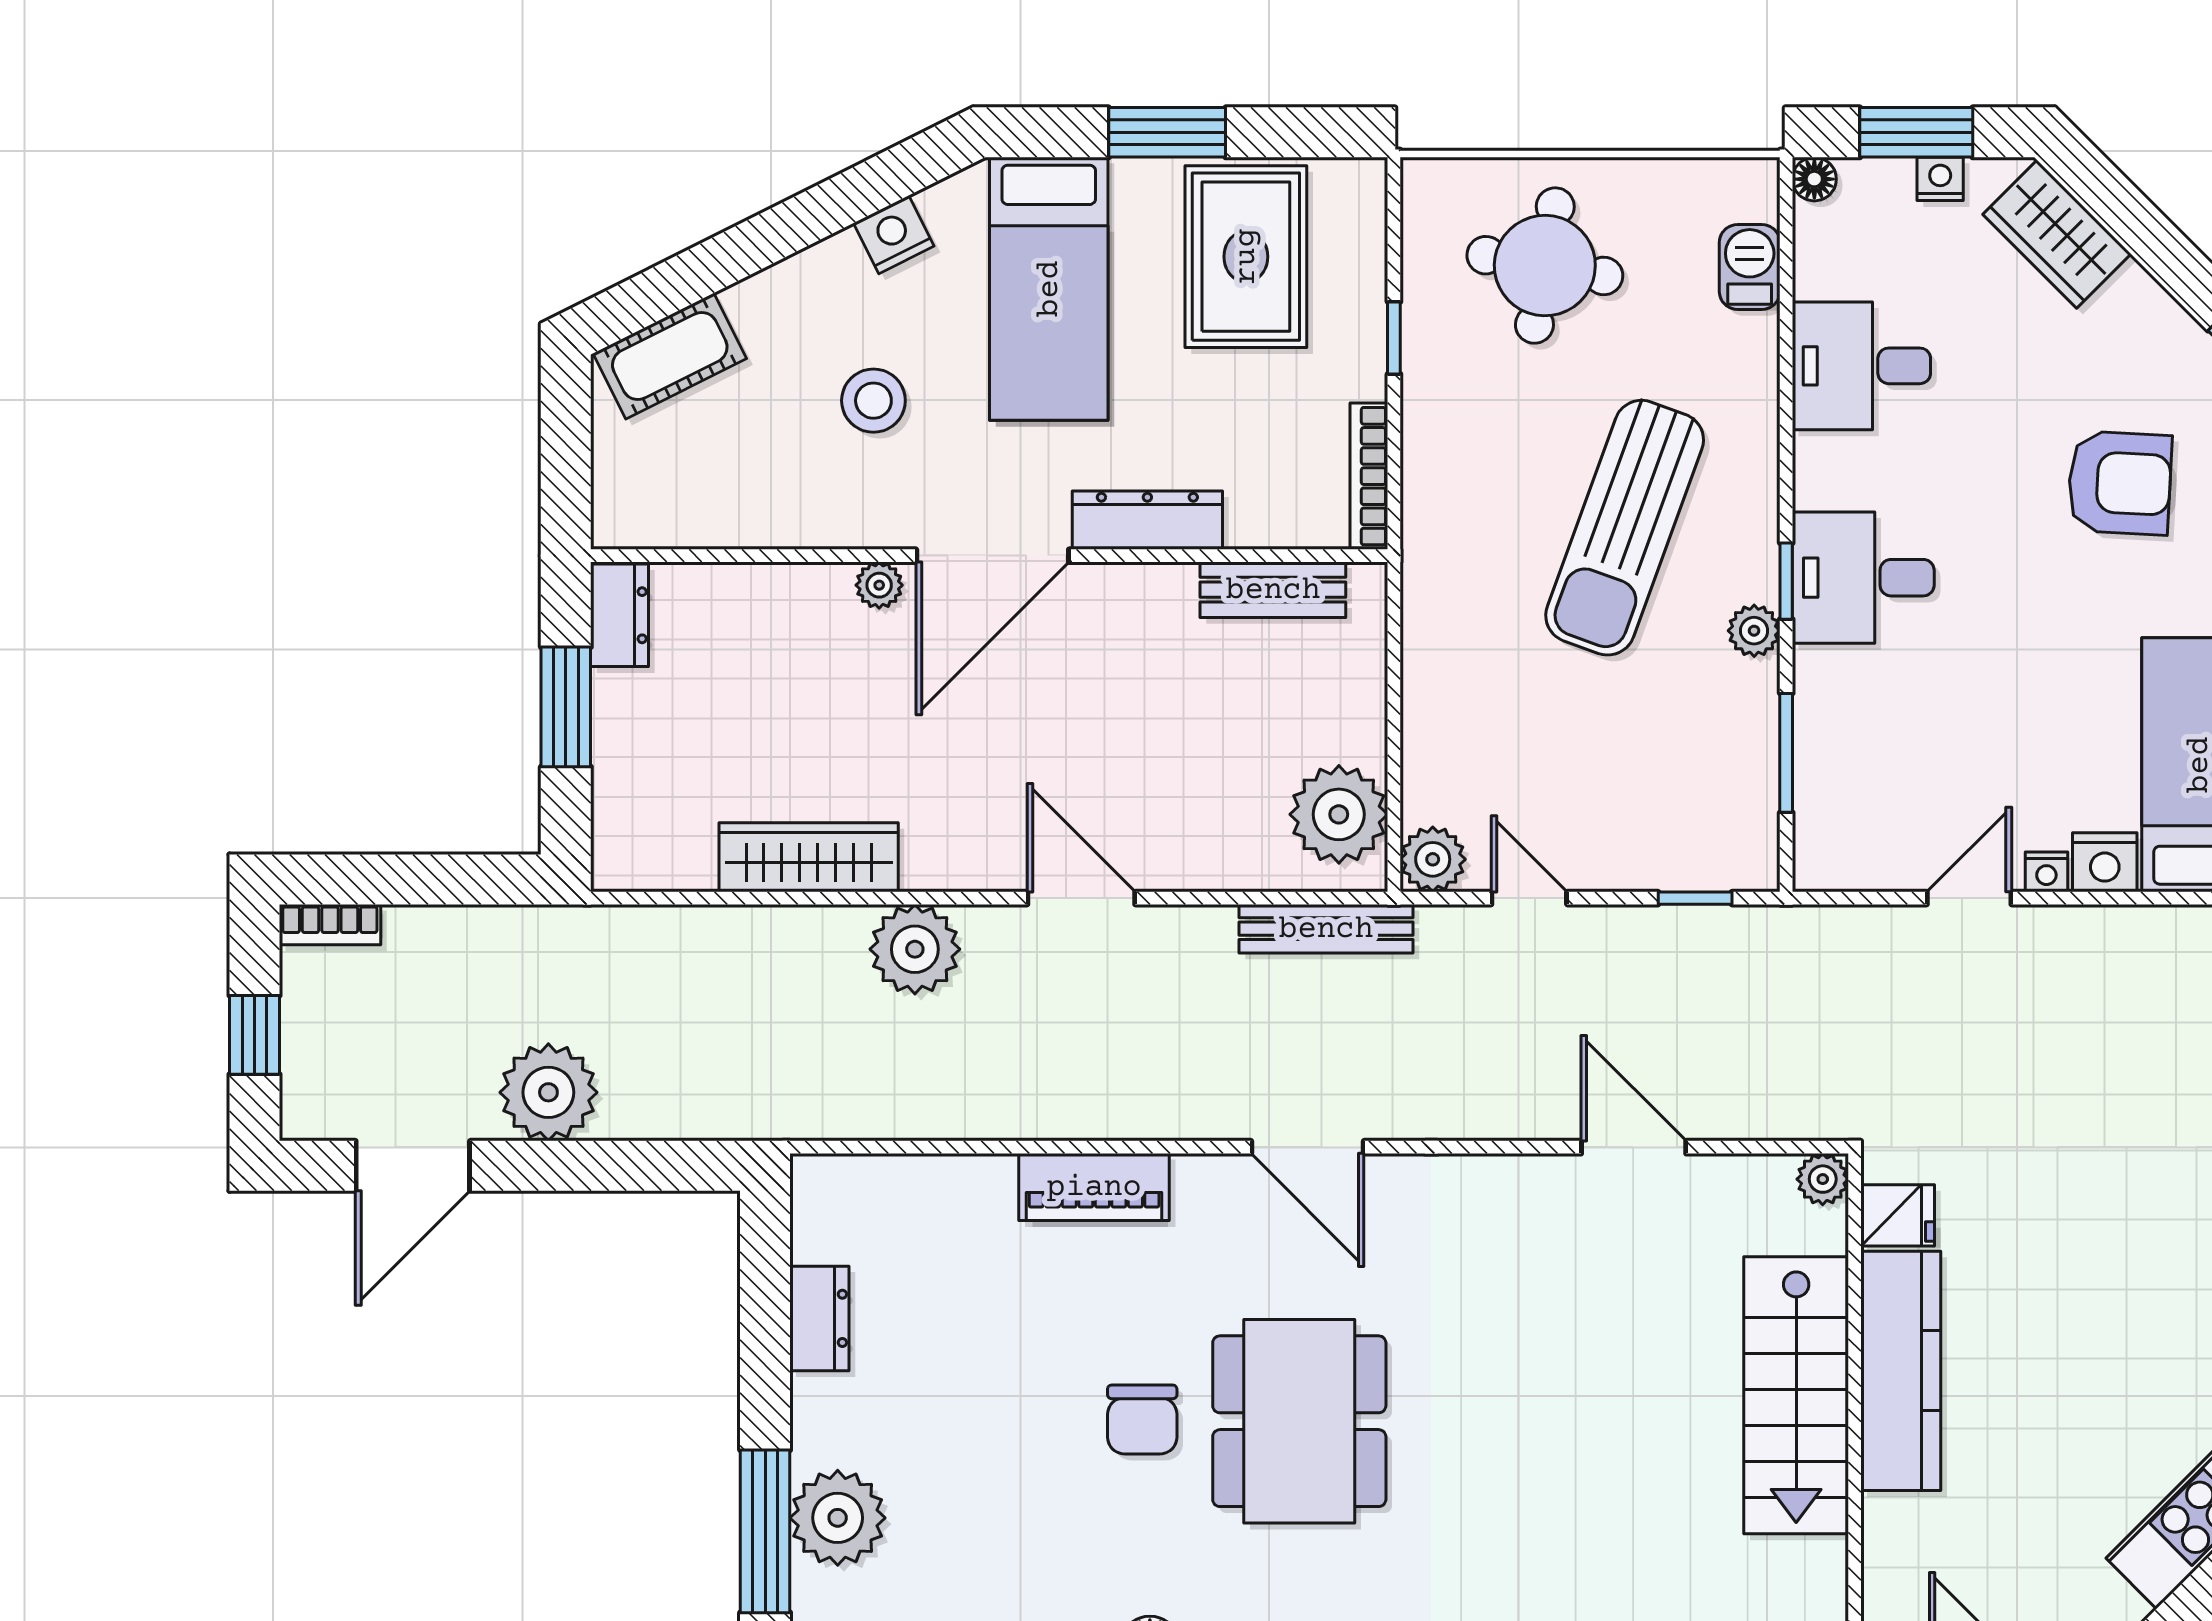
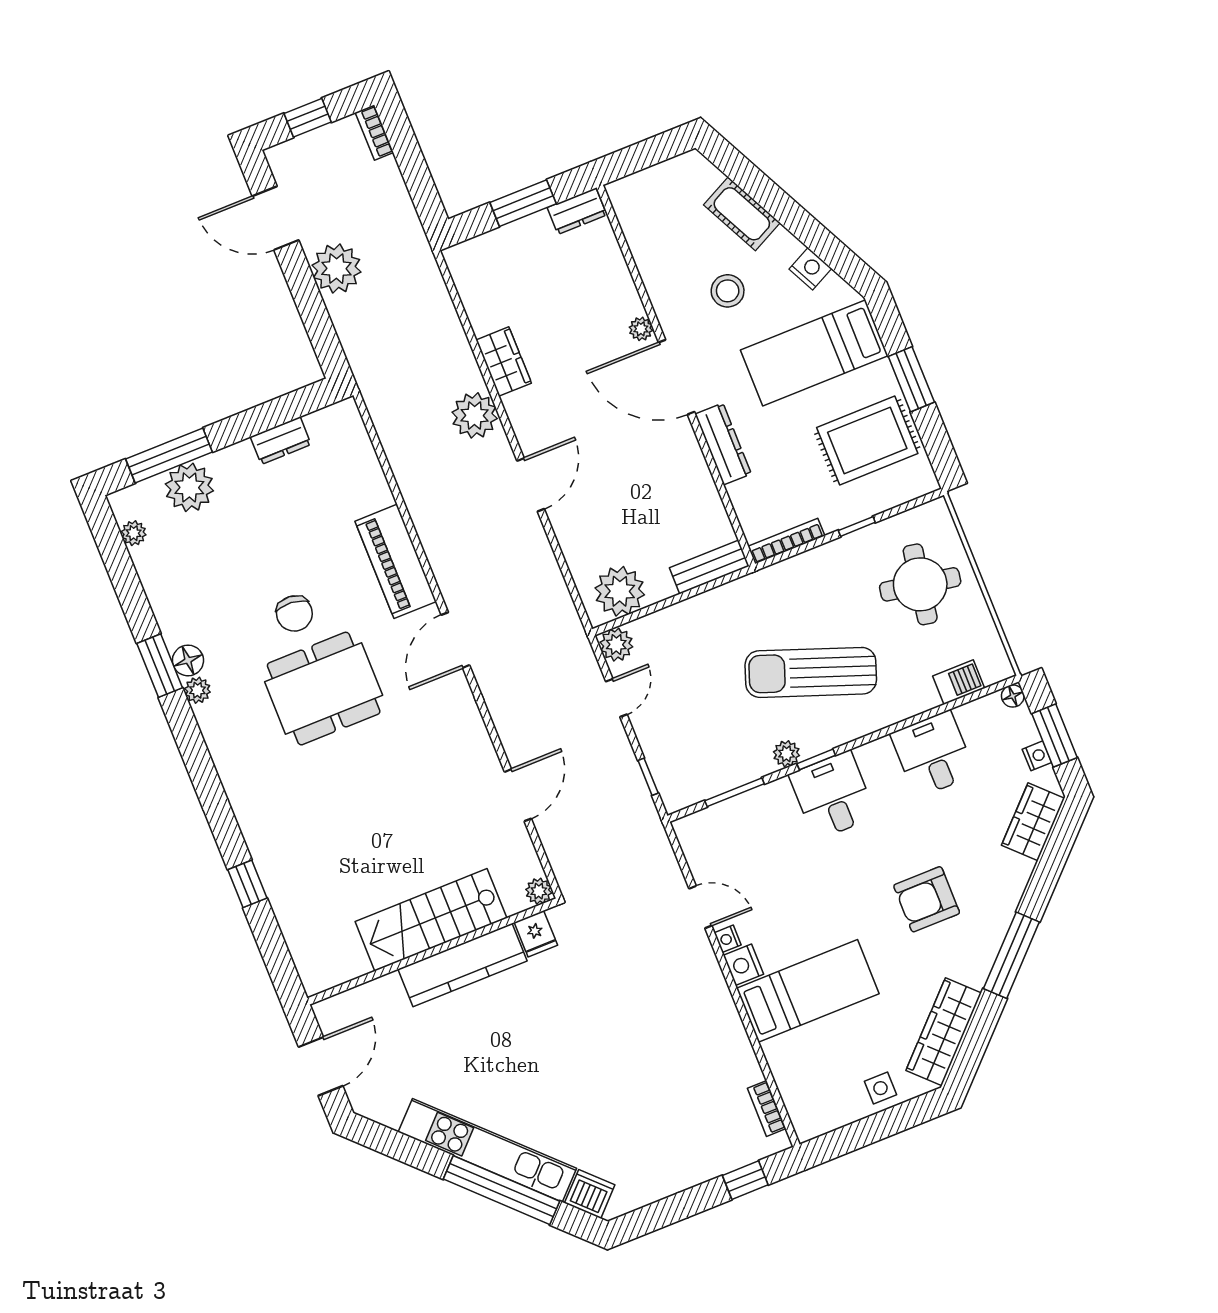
cot: (670, 356) -> (742, 214), moved
armchair: (2120, 483) -> (927, 899), turned 87
bench: (1273, 590) -> (709, 567), moved, turned 90
wardrobe: (809, 857) -> (504, 362), width x0.67
bench: (1326, 929) -> (563, 607), removed
piano: (1094, 1187) -> (396, 561), width x1.37, depth x1.33
chair: (1142, 1420) -> (294, 614), turned -85

